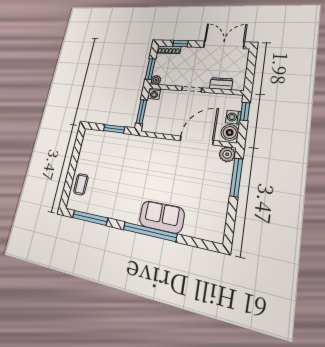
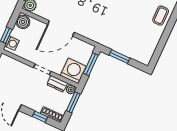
dresser: (221, 84) -> (57, 84), moved
washing machine: (154, 94) -> (73, 71), width x1.89, depth x1.89
washing machine: (233, 117) -> (12, 43), moved
door: (197, 140) -> (61, 28), moved

